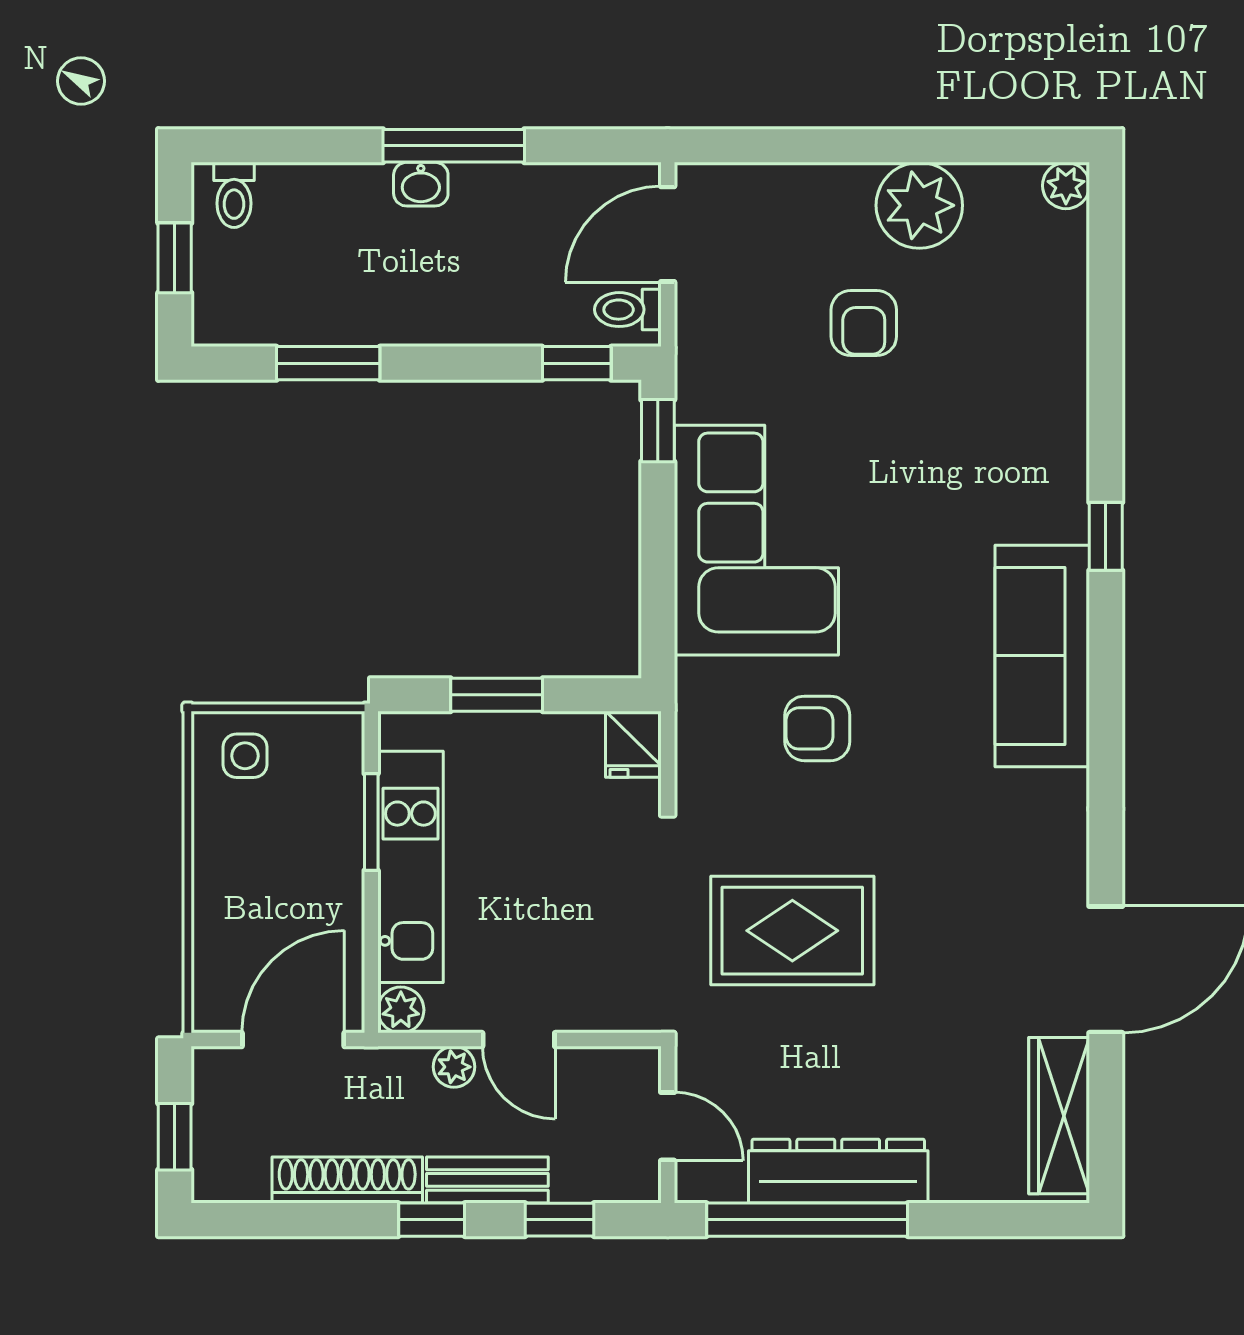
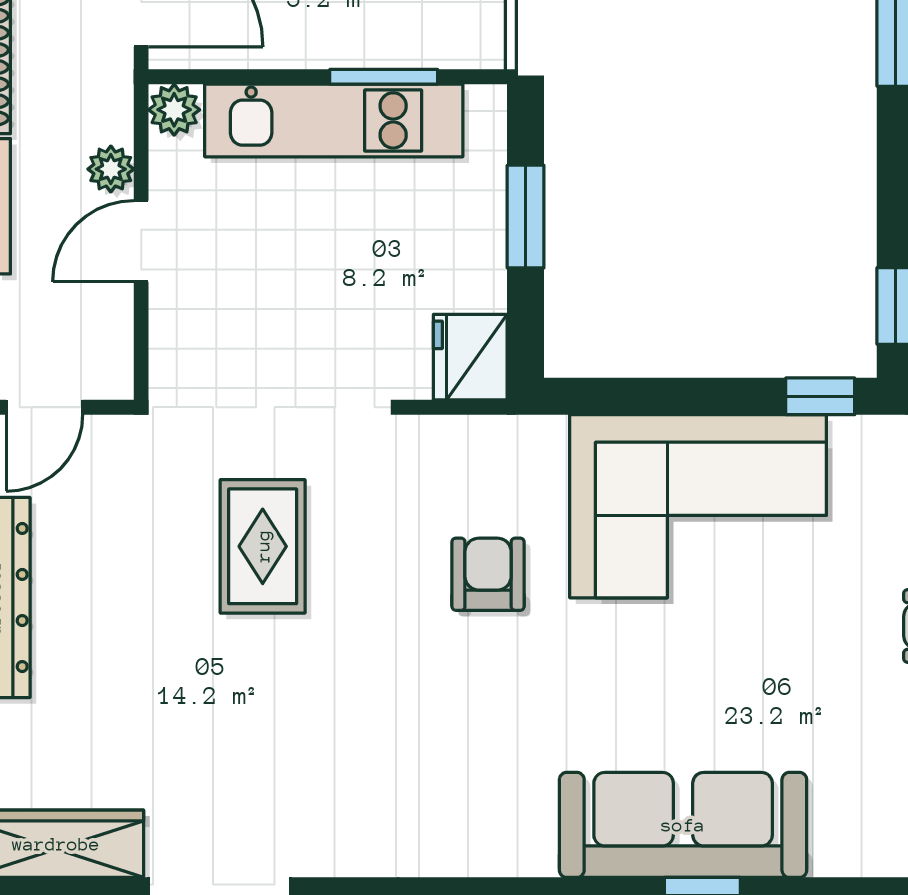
sofa: (1042, 656) -> (683, 825), moved
fridge: (633, 744) -> (470, 357), width x1.38
rug: (792, 931) -> (263, 546), width x0.73, depth x0.70

